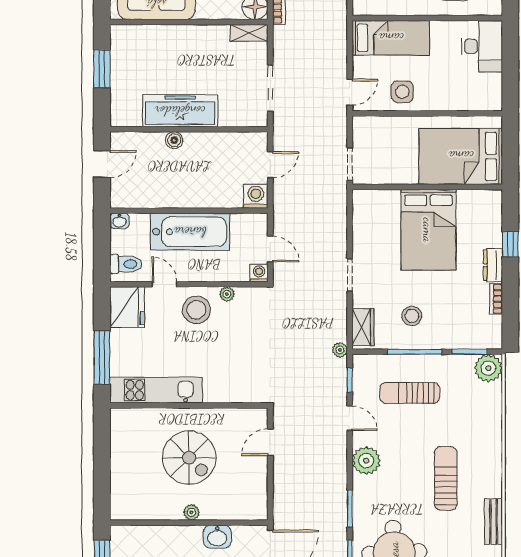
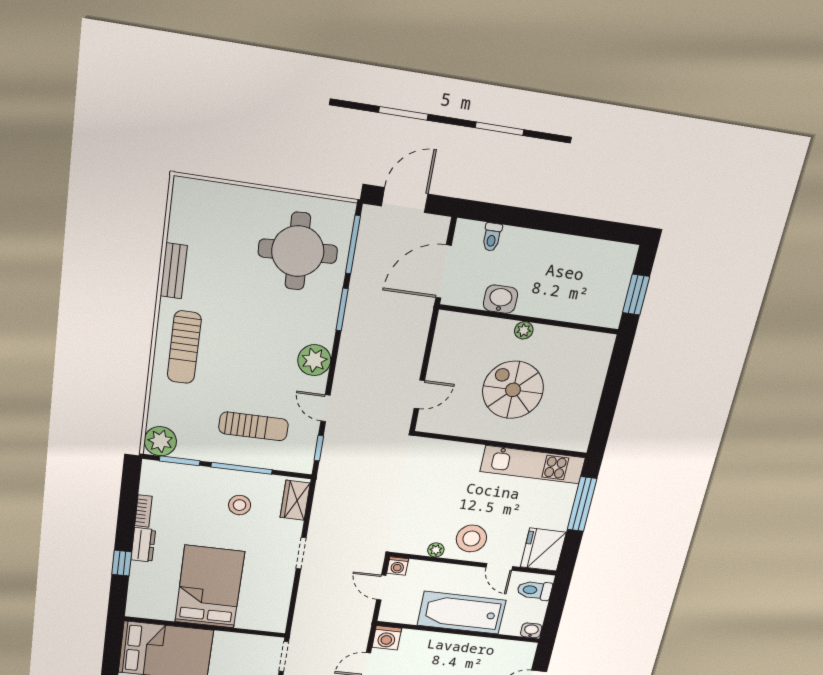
plant: (340, 350) -> (325, 480), removed
sun lounger: (446, 478) -> (184, 347), moved

